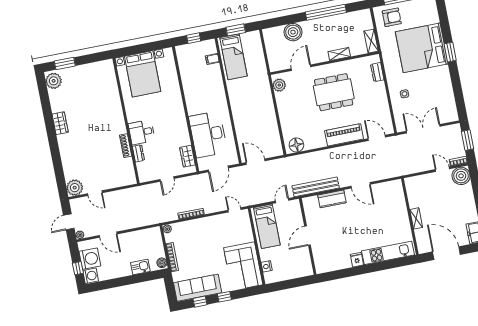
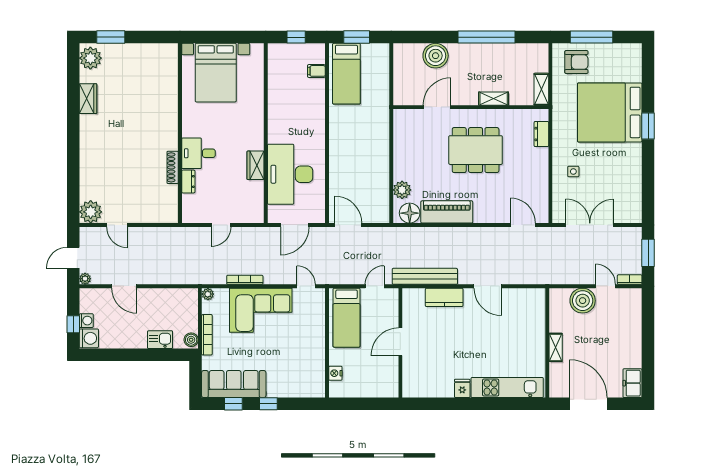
plant: (279, 85) -> (402, 190), moved
wardrobe: (60, 123) -> (88, 99), moved
piano: (344, 135) -> (447, 212), moved
wardrobe: (187, 156) -> (256, 165), moved
boiler: (461, 176) -> (583, 301), moved
washing machine: (90, 259) -> (86, 321), width x0.53, depth x0.53
corner sofa: (243, 266) -> (261, 310), moved, turned -90

